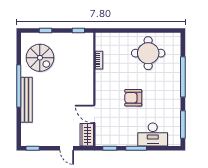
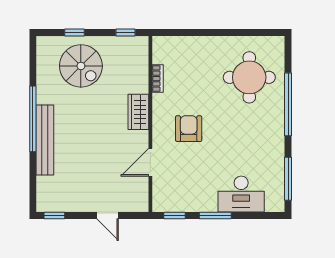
round table: (148, 53) -> (249, 77), moved
spiral stairs: (40, 58) -> (81, 66), moved
armchair: (133, 98) -> (189, 129), moved, turned 90
door: (94, 114) -> (150, 162), hinge flipped
wardrobe: (87, 135) -> (138, 112), moved

